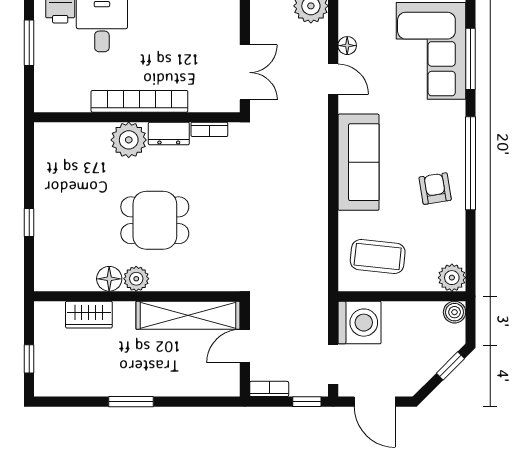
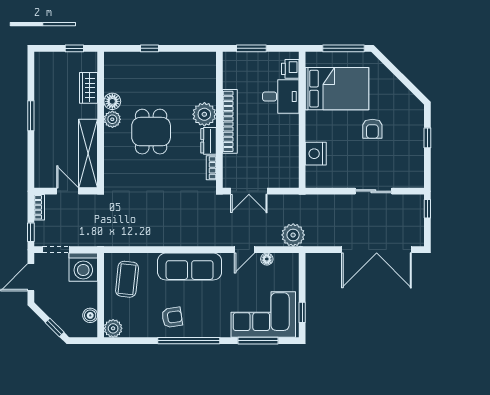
window: (29, 43) -> (251, 48), moved
boiler: (455, 312) -> (90, 315), moved
window: (29, 359) -> (74, 48), moved

